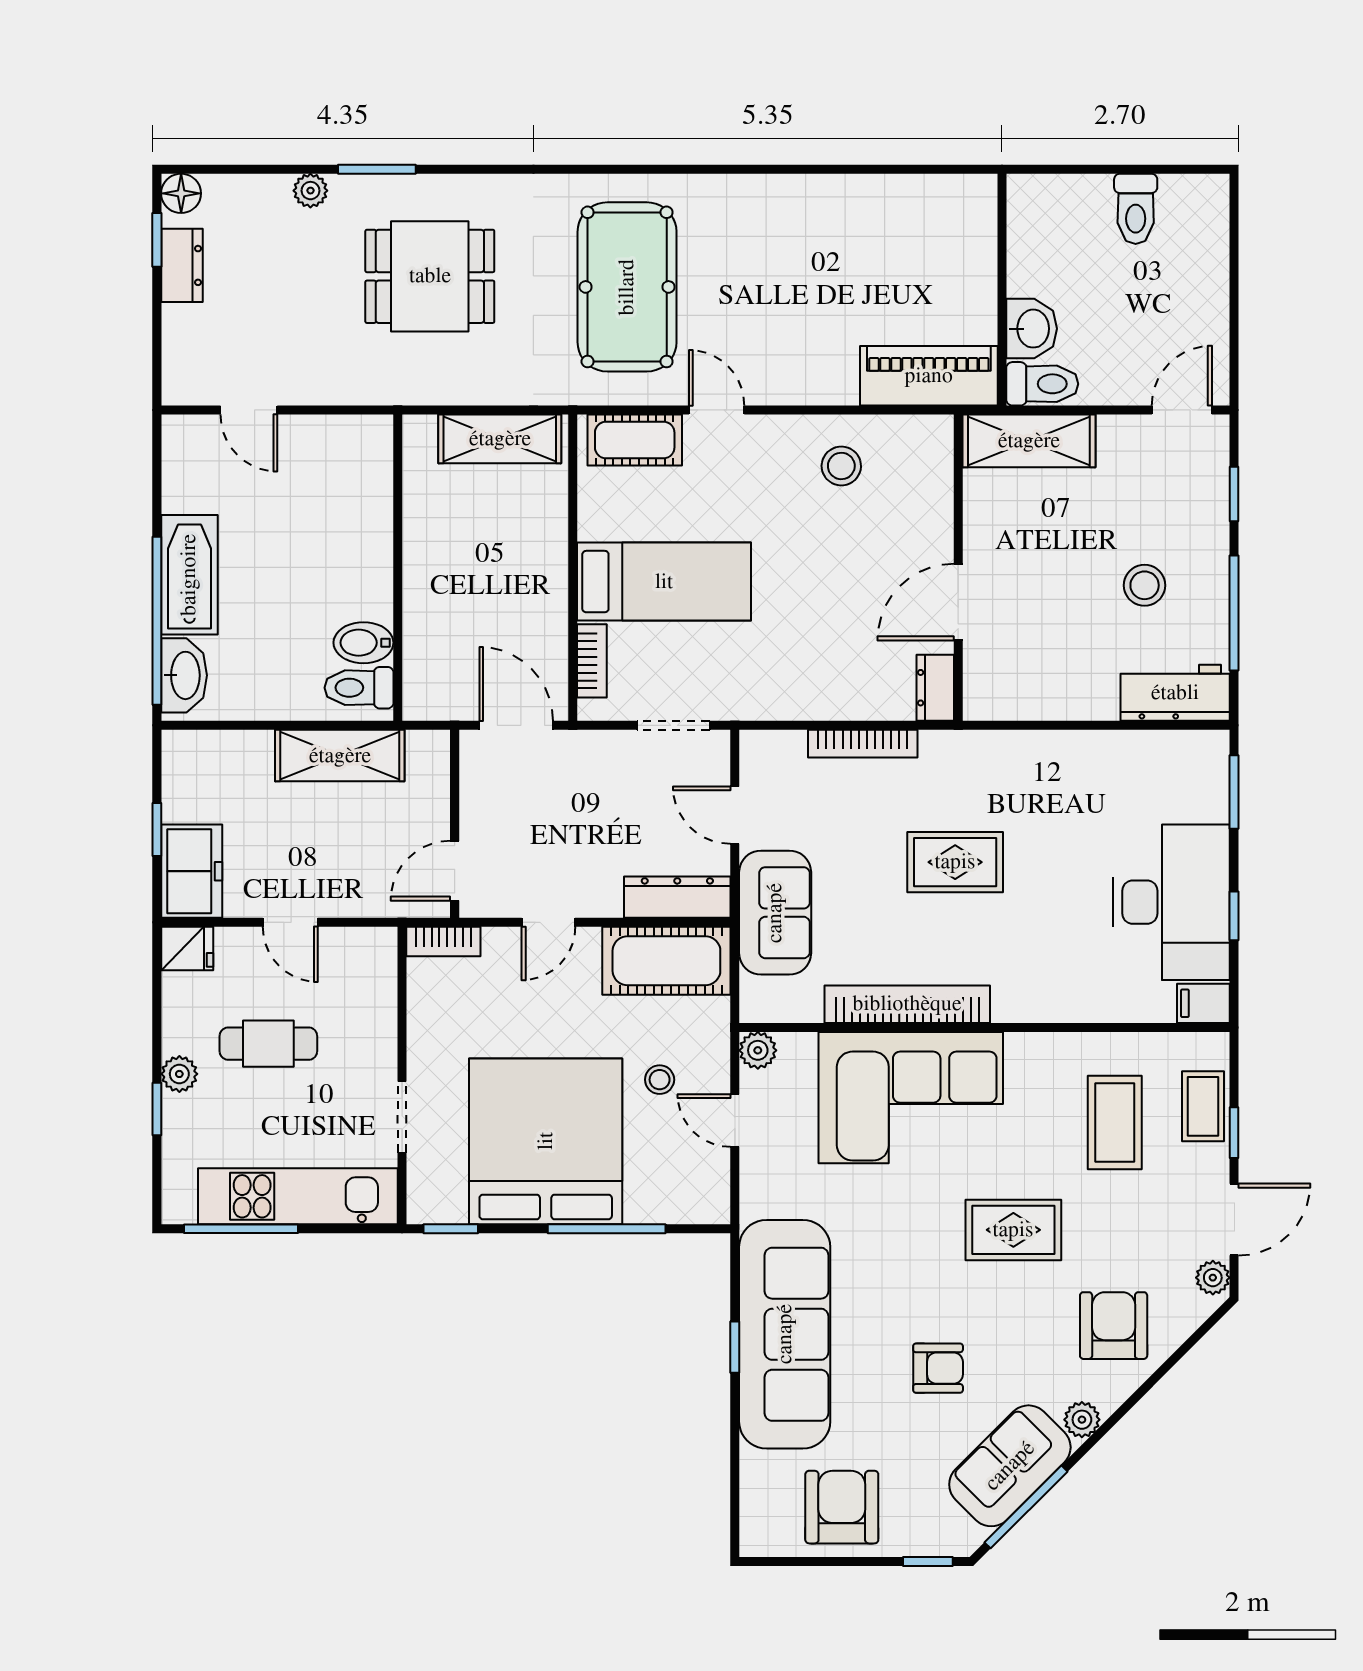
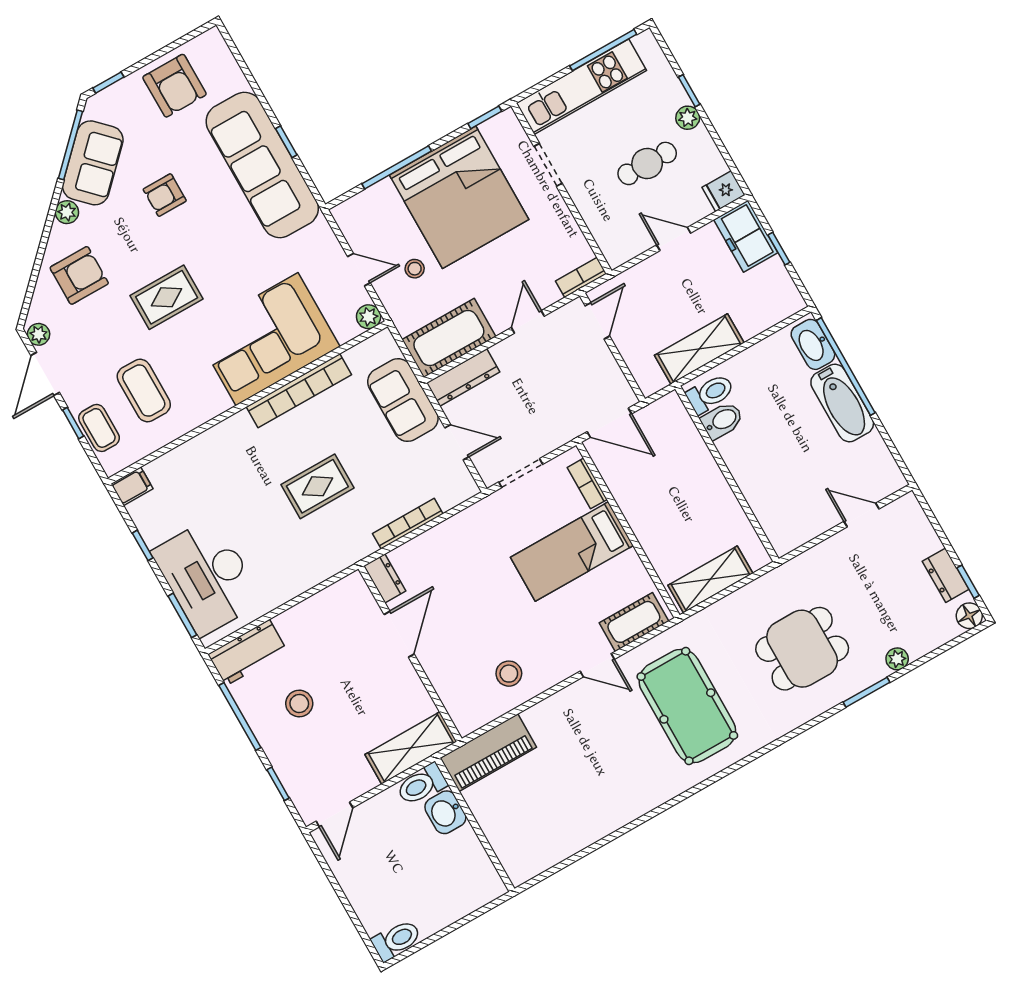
toilet: (1136, 209) -> (396, 940), moved, turned 90
desk: (1171, 902) -> (207, 577), moved
armchair: (1114, 1326) -> (79, 275), turned -90

